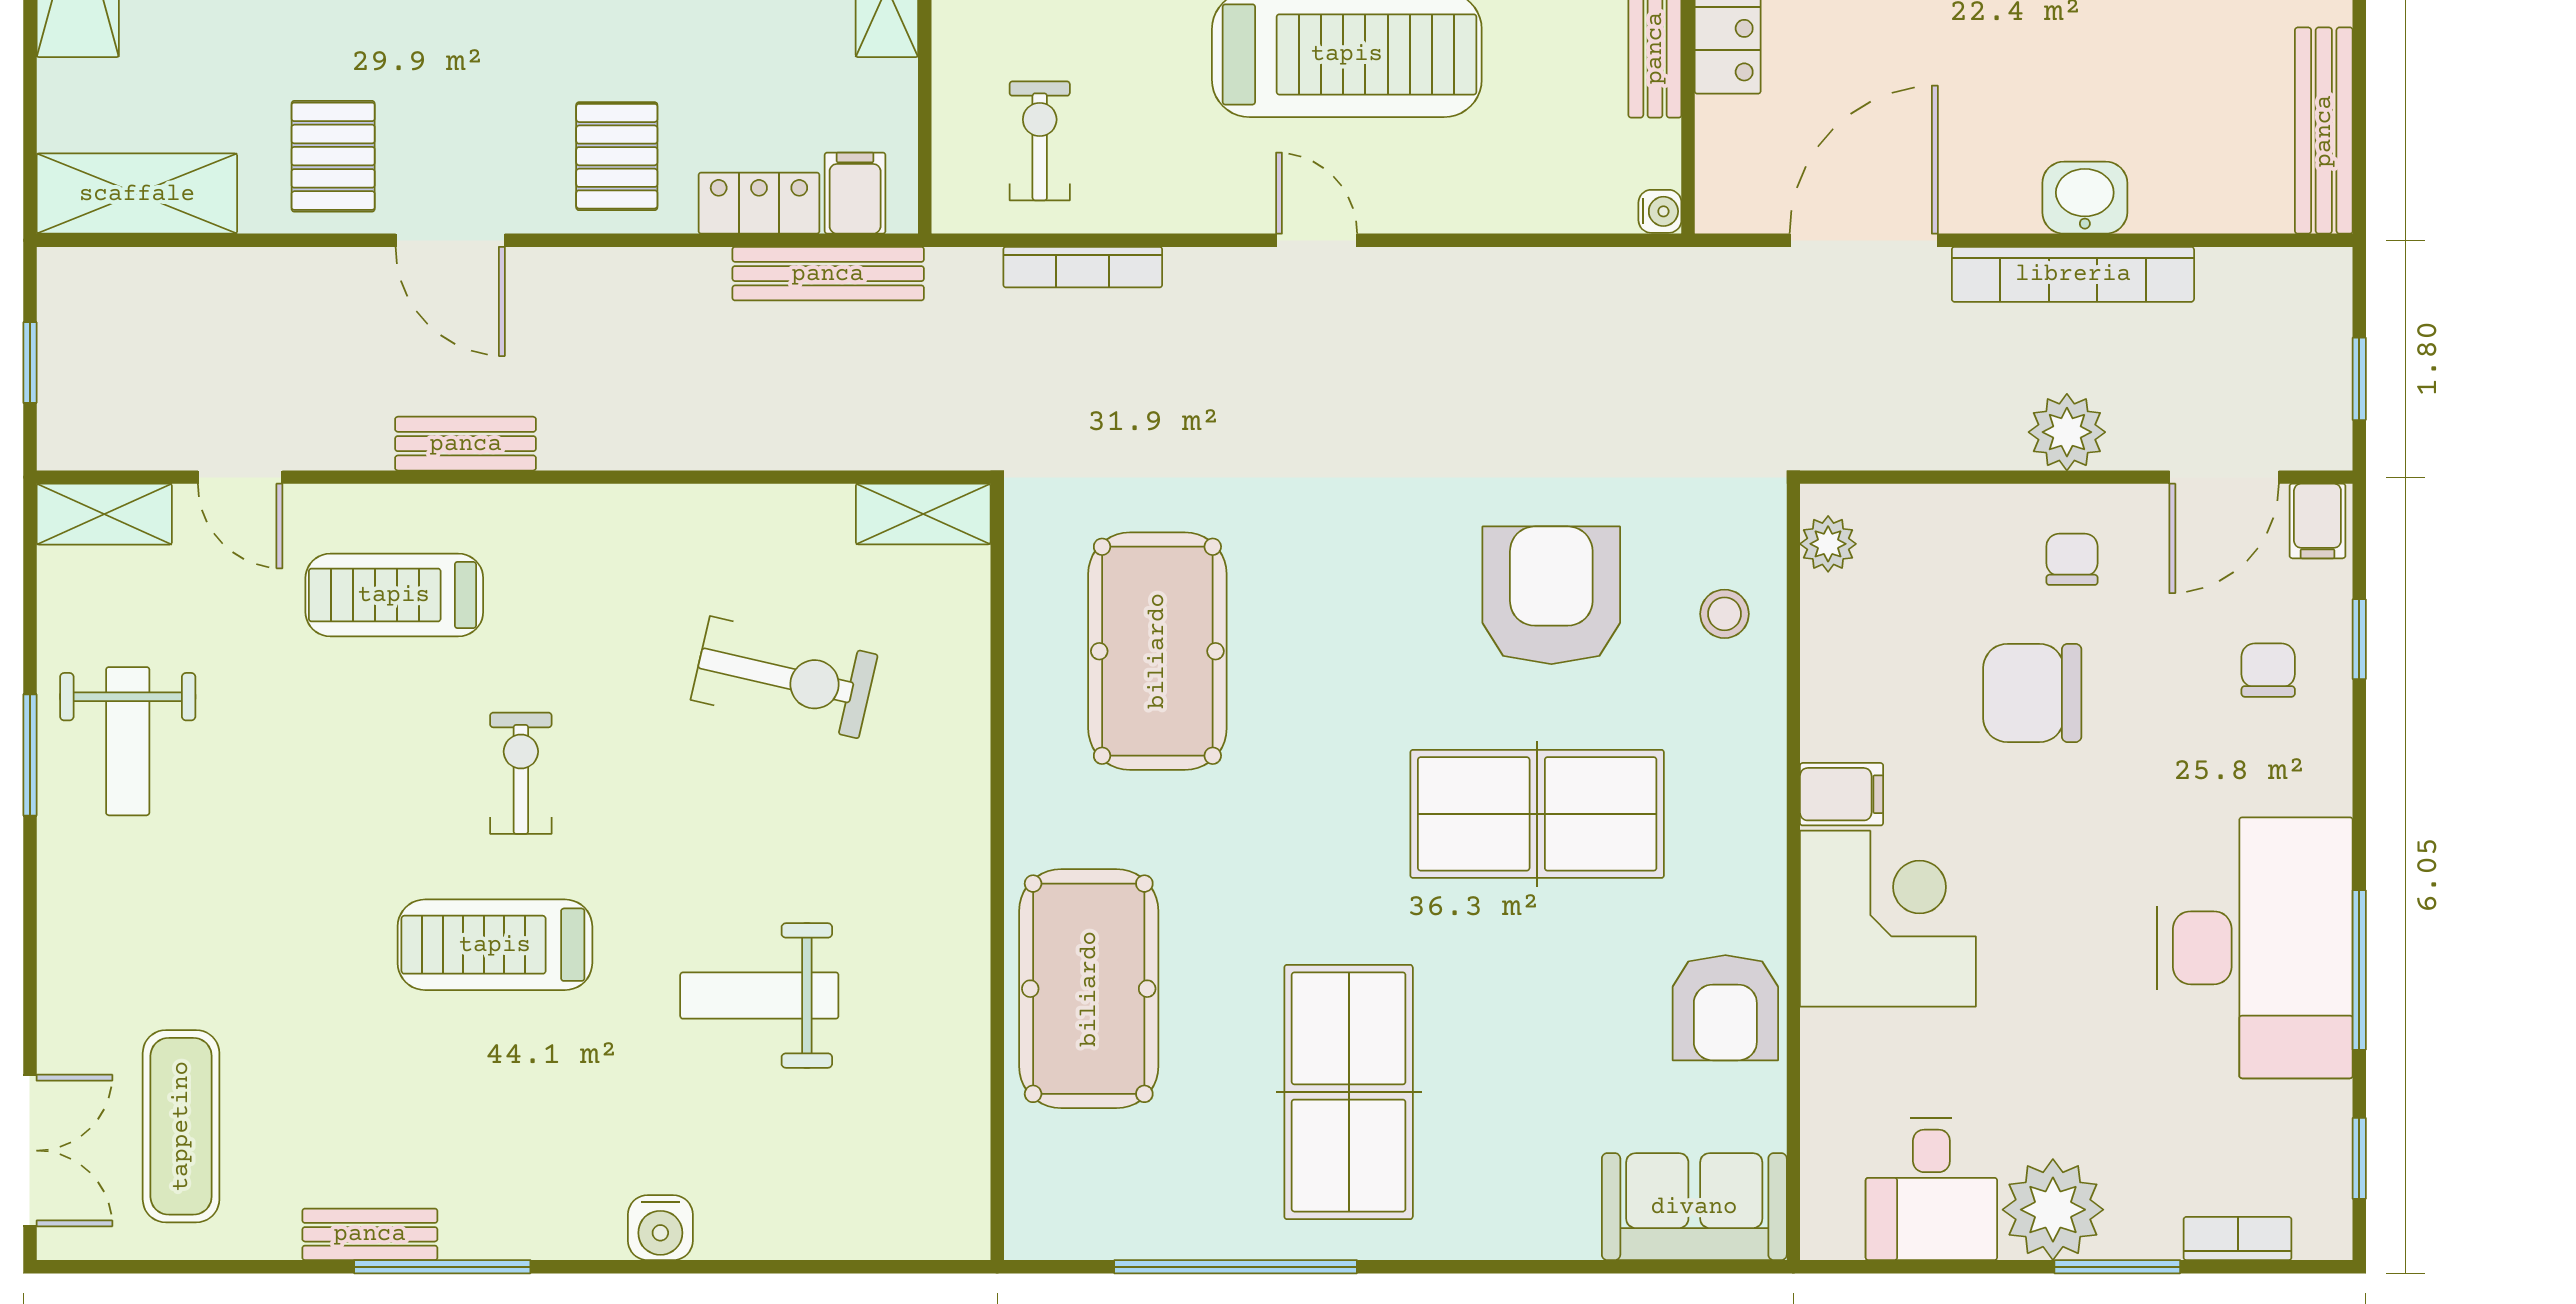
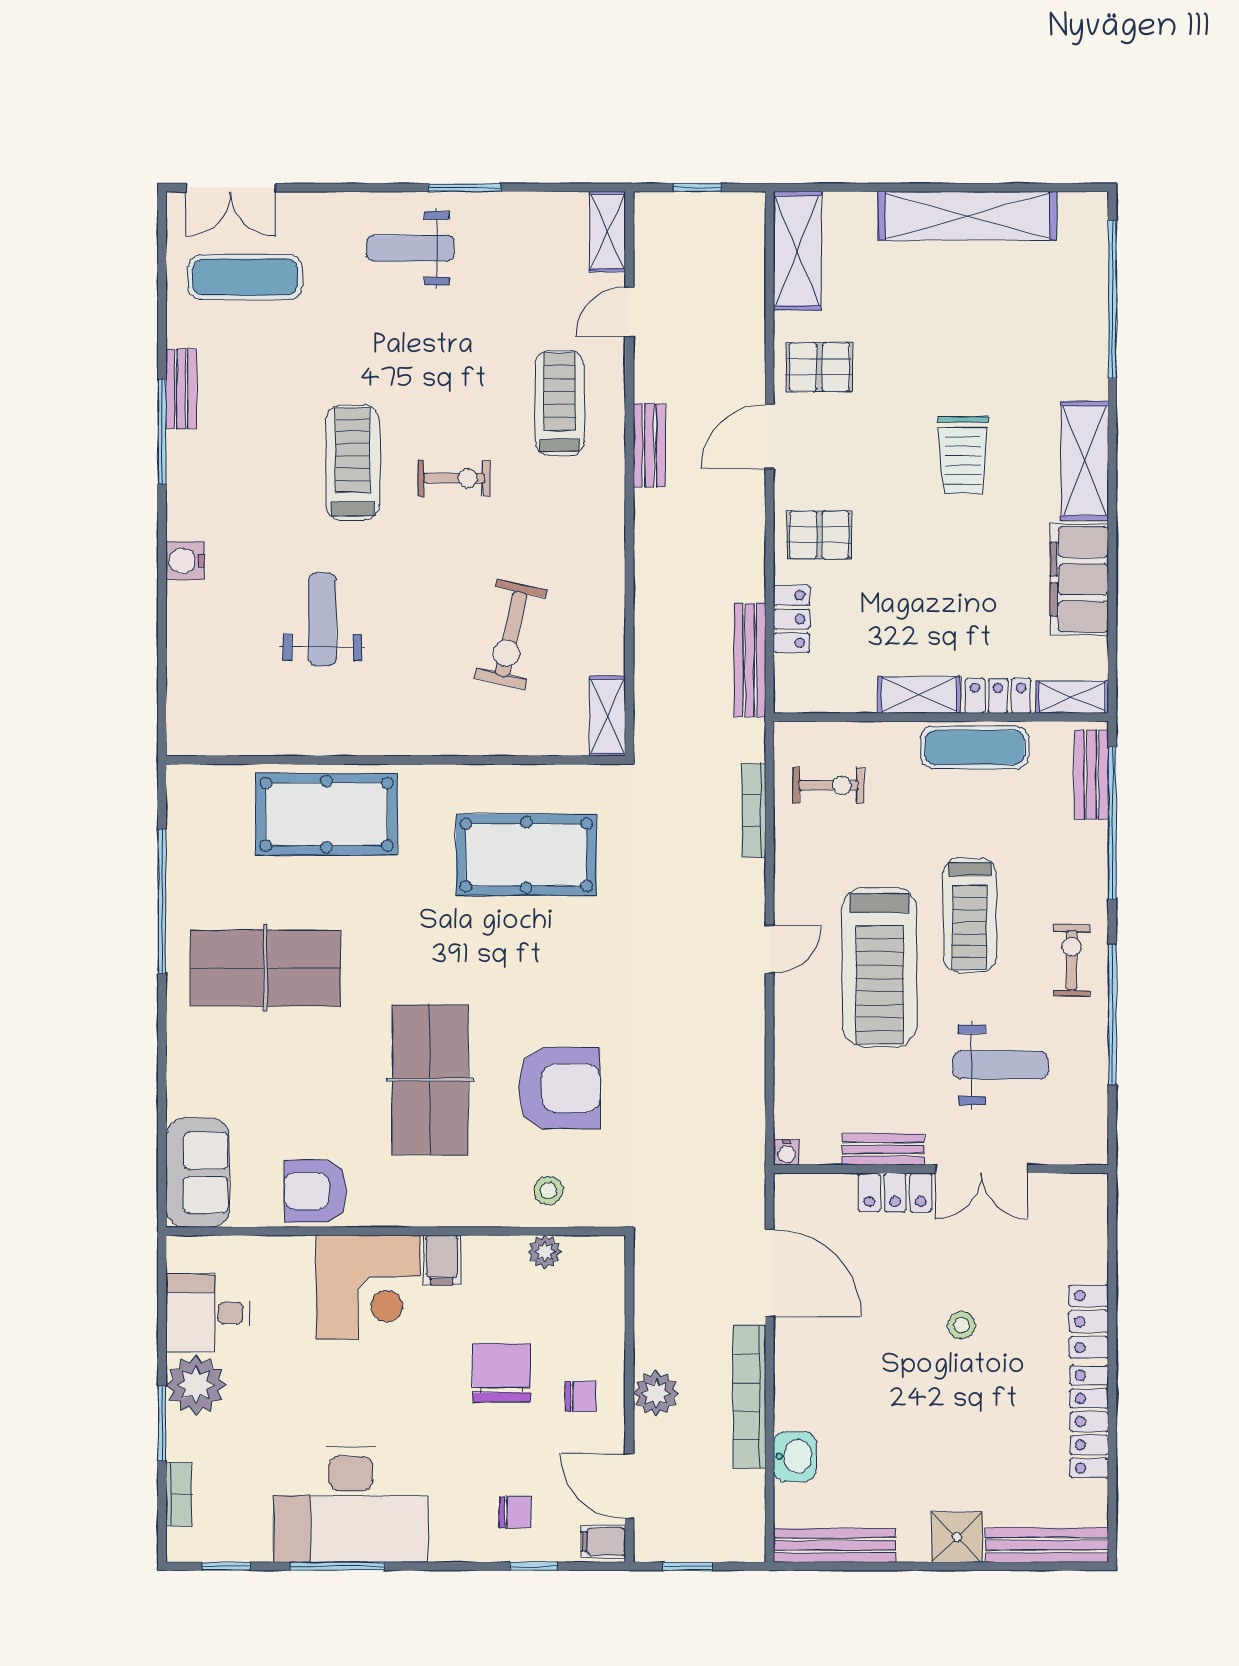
filing cabinet: (855, 193) -> (797, 676), removed
washbasin: (2085, 198) -> (795, 1456), moved
plant: (1828, 544) -> (545, 1252), moved
weight bench: (128, 741) -> (410, 248), moved

